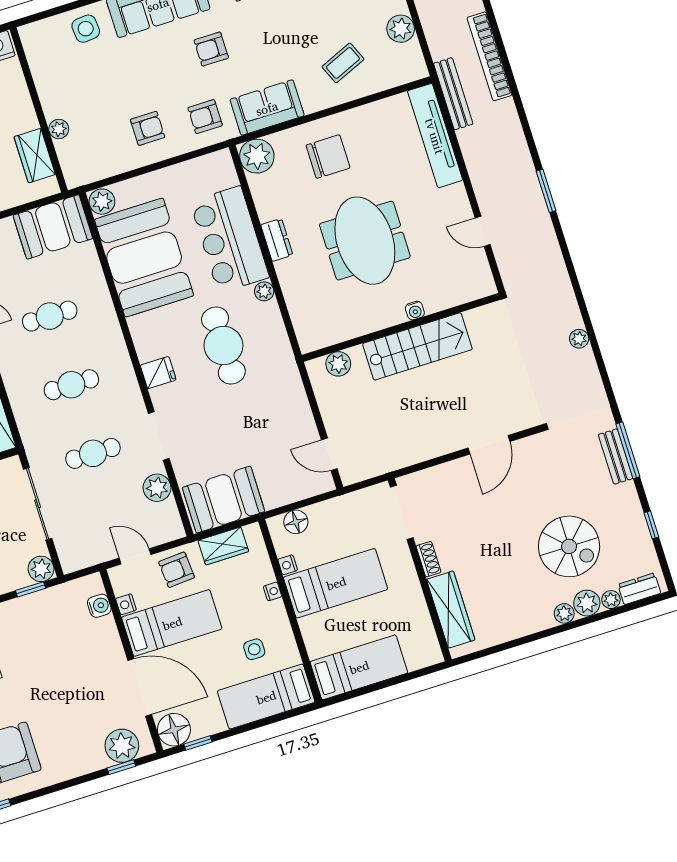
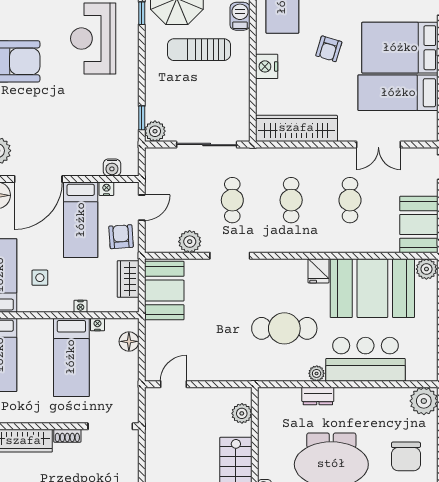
dresser: (277, 240) -> (318, 396), moved
fridge: (158, 373) -> (319, 271), moved

